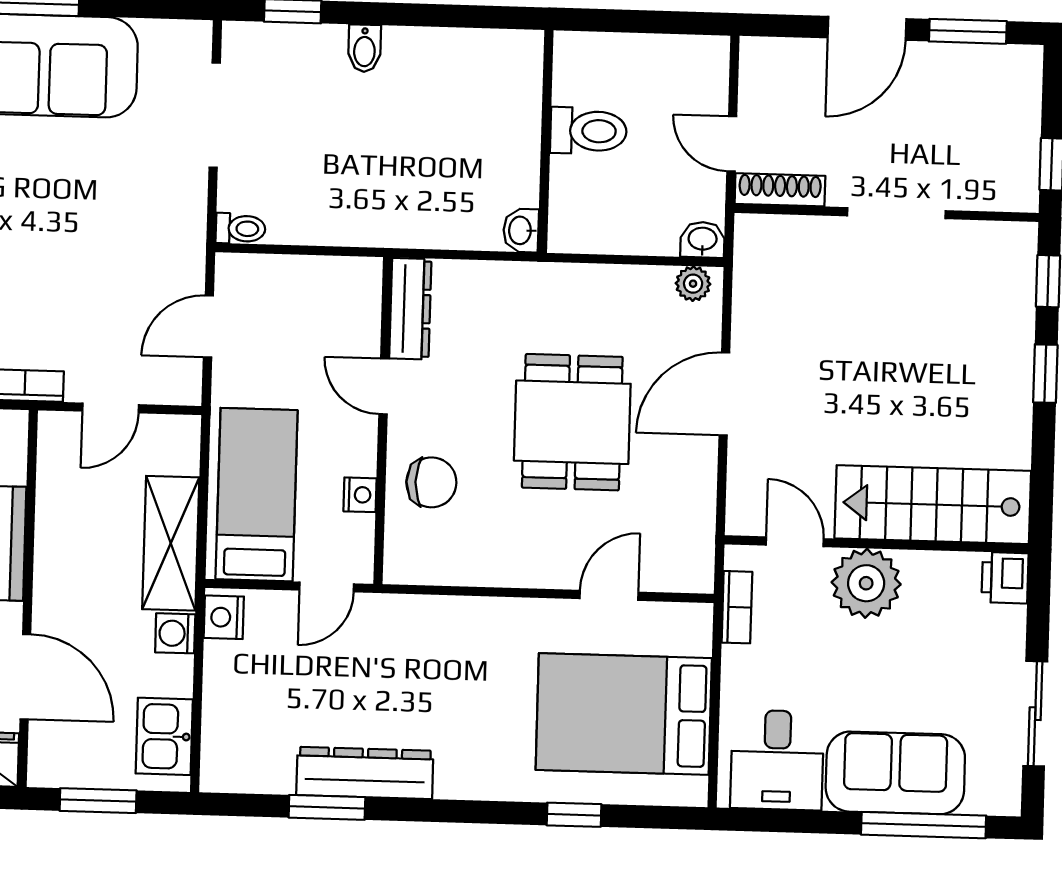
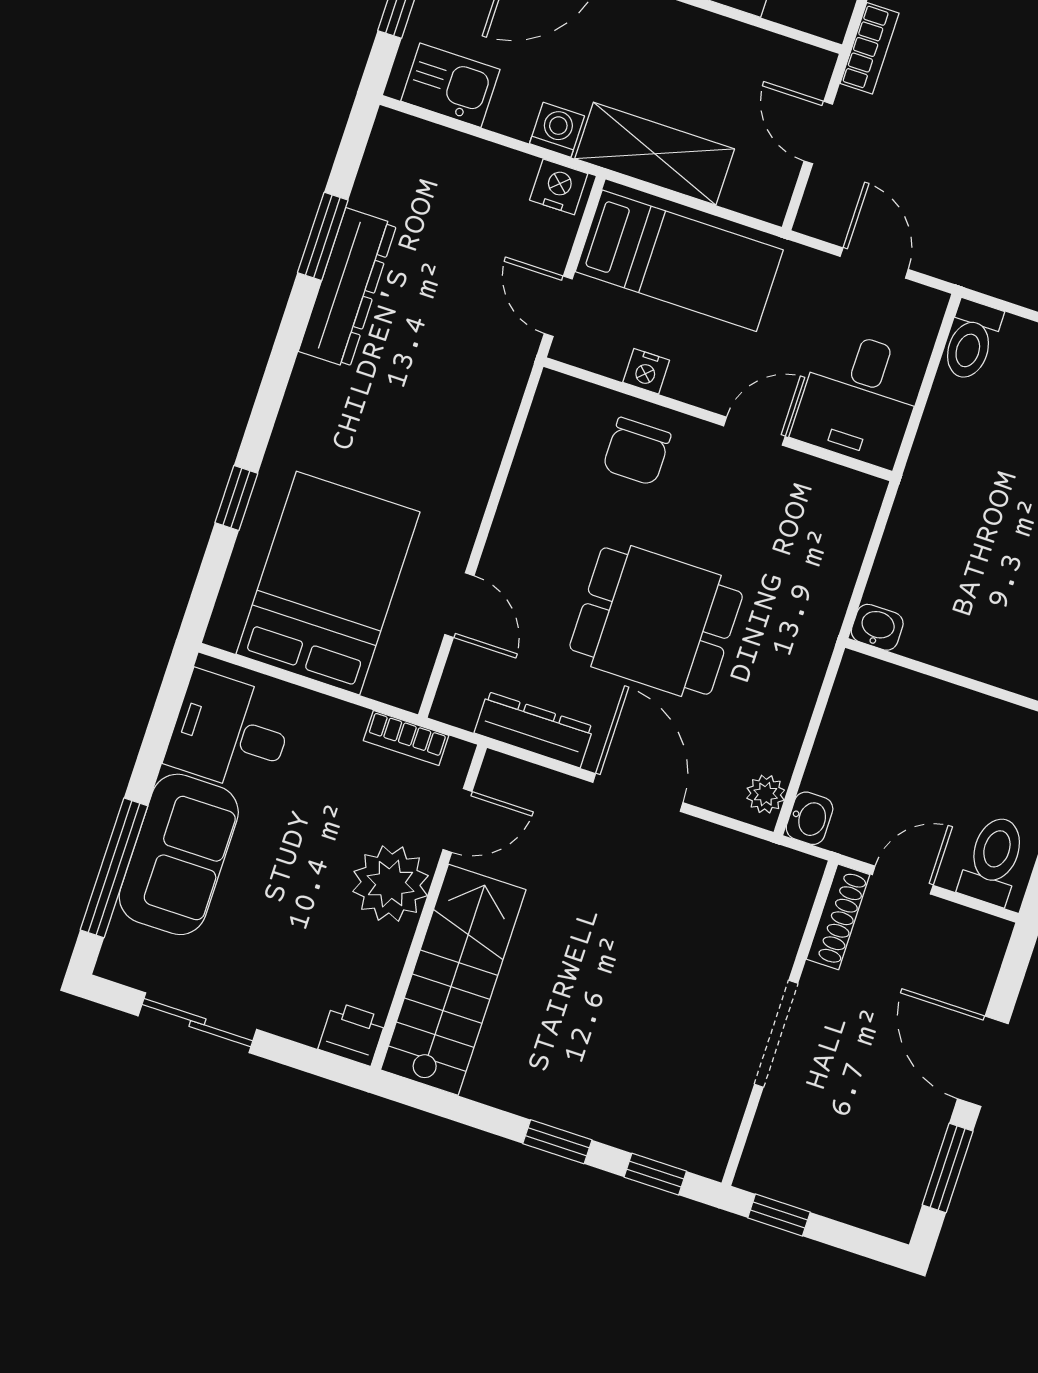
toilet: (588, 131) -> (993, 860), moved, turned 180
toilet: (240, 229) -> (971, 340), width x1.37, depth x1.39
desk: (329, 305) -> (859, 398), added
dresser: (410, 309) -> (534, 730), moved, turned 180

